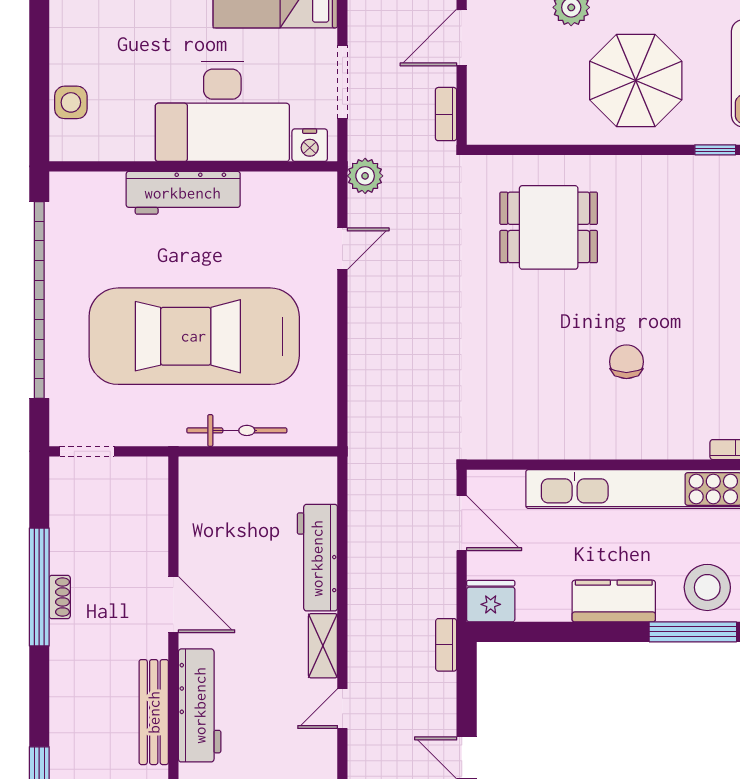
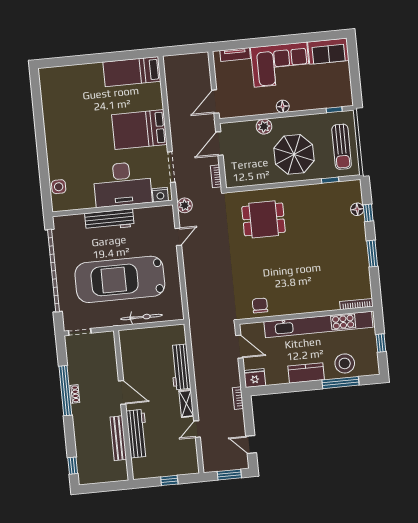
chair: (626, 362) -> (260, 305), moved

